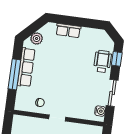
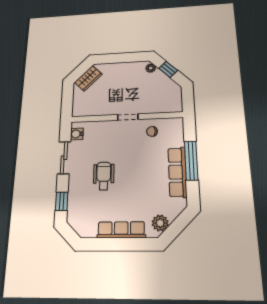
row of seats: (68, 31) -> (121, 230), width x1.48
plant: (37, 39) -> (160, 223), moved
wheelchair: (103, 62) -> (104, 176), moved, turned 180

